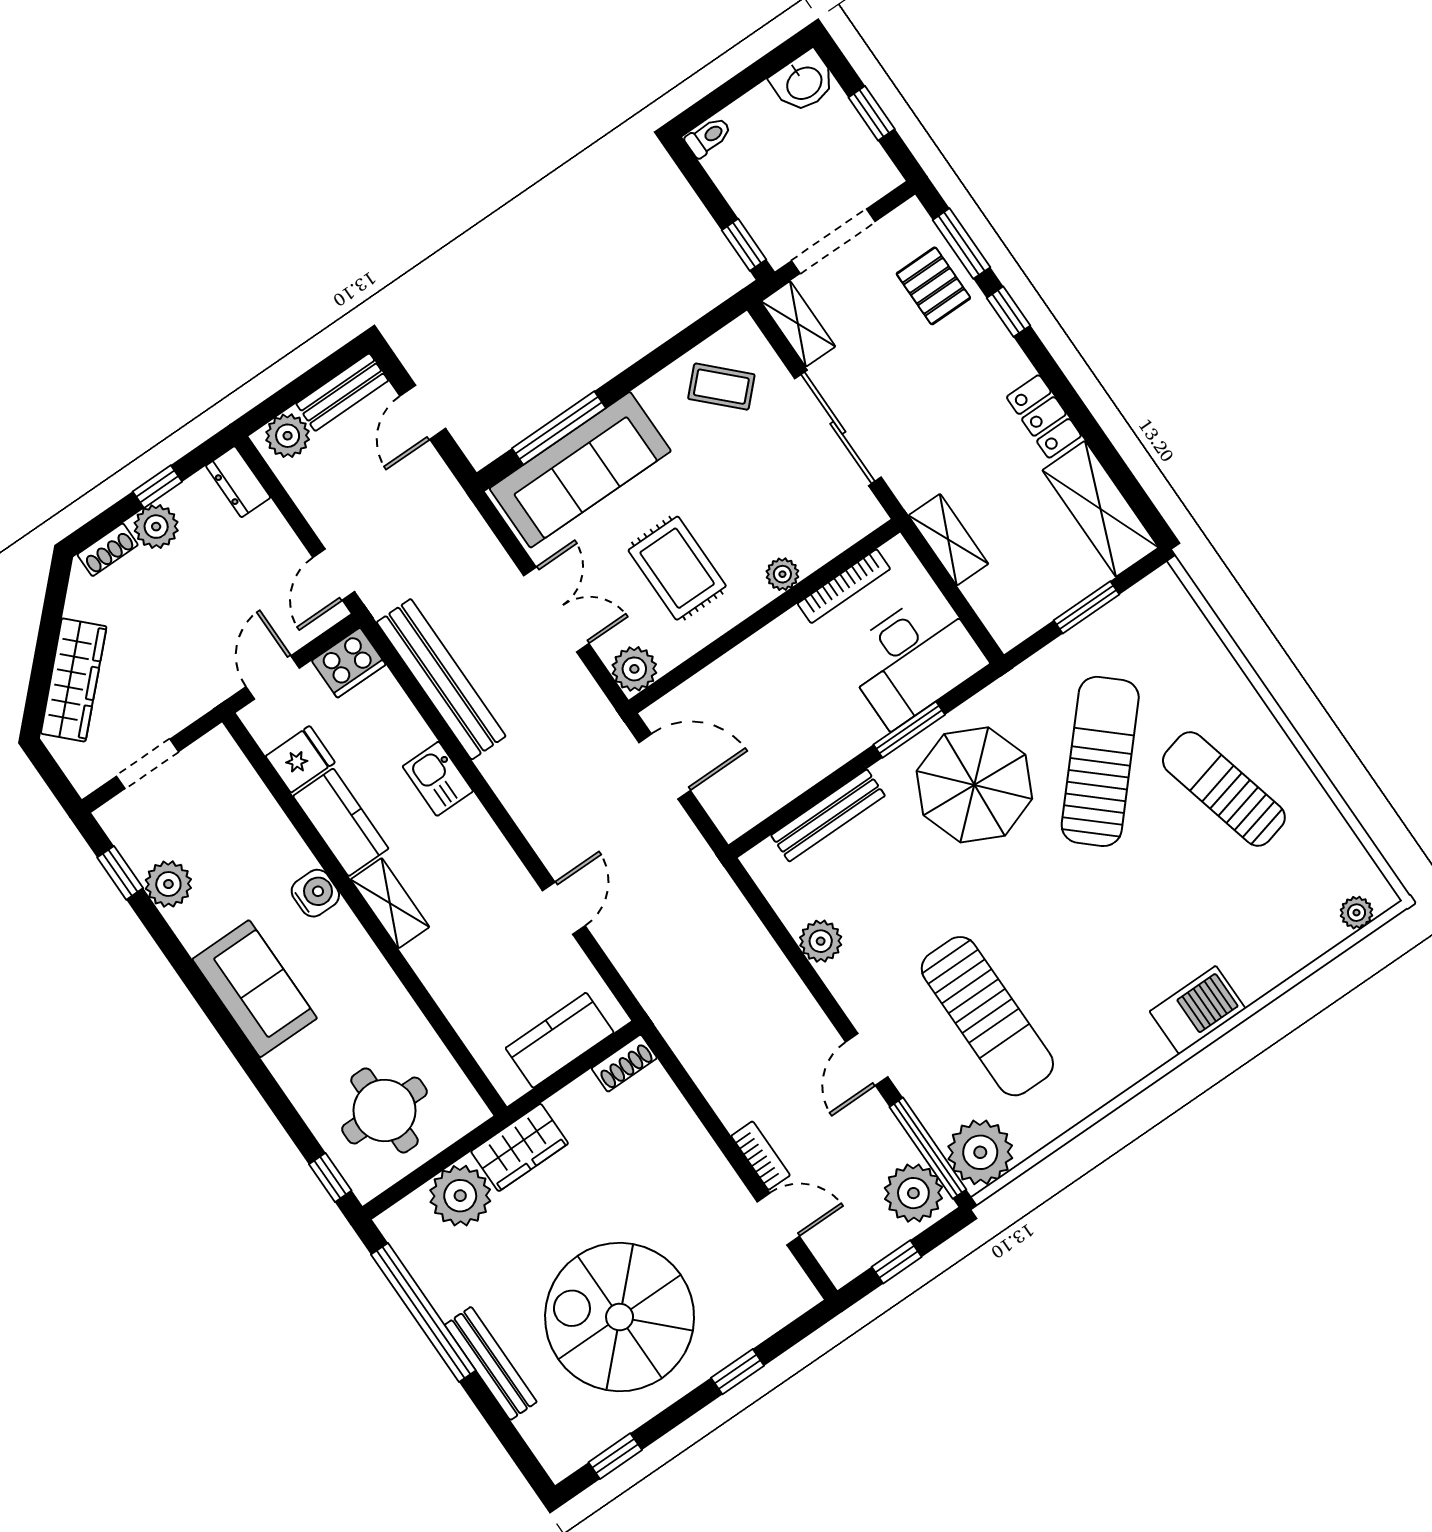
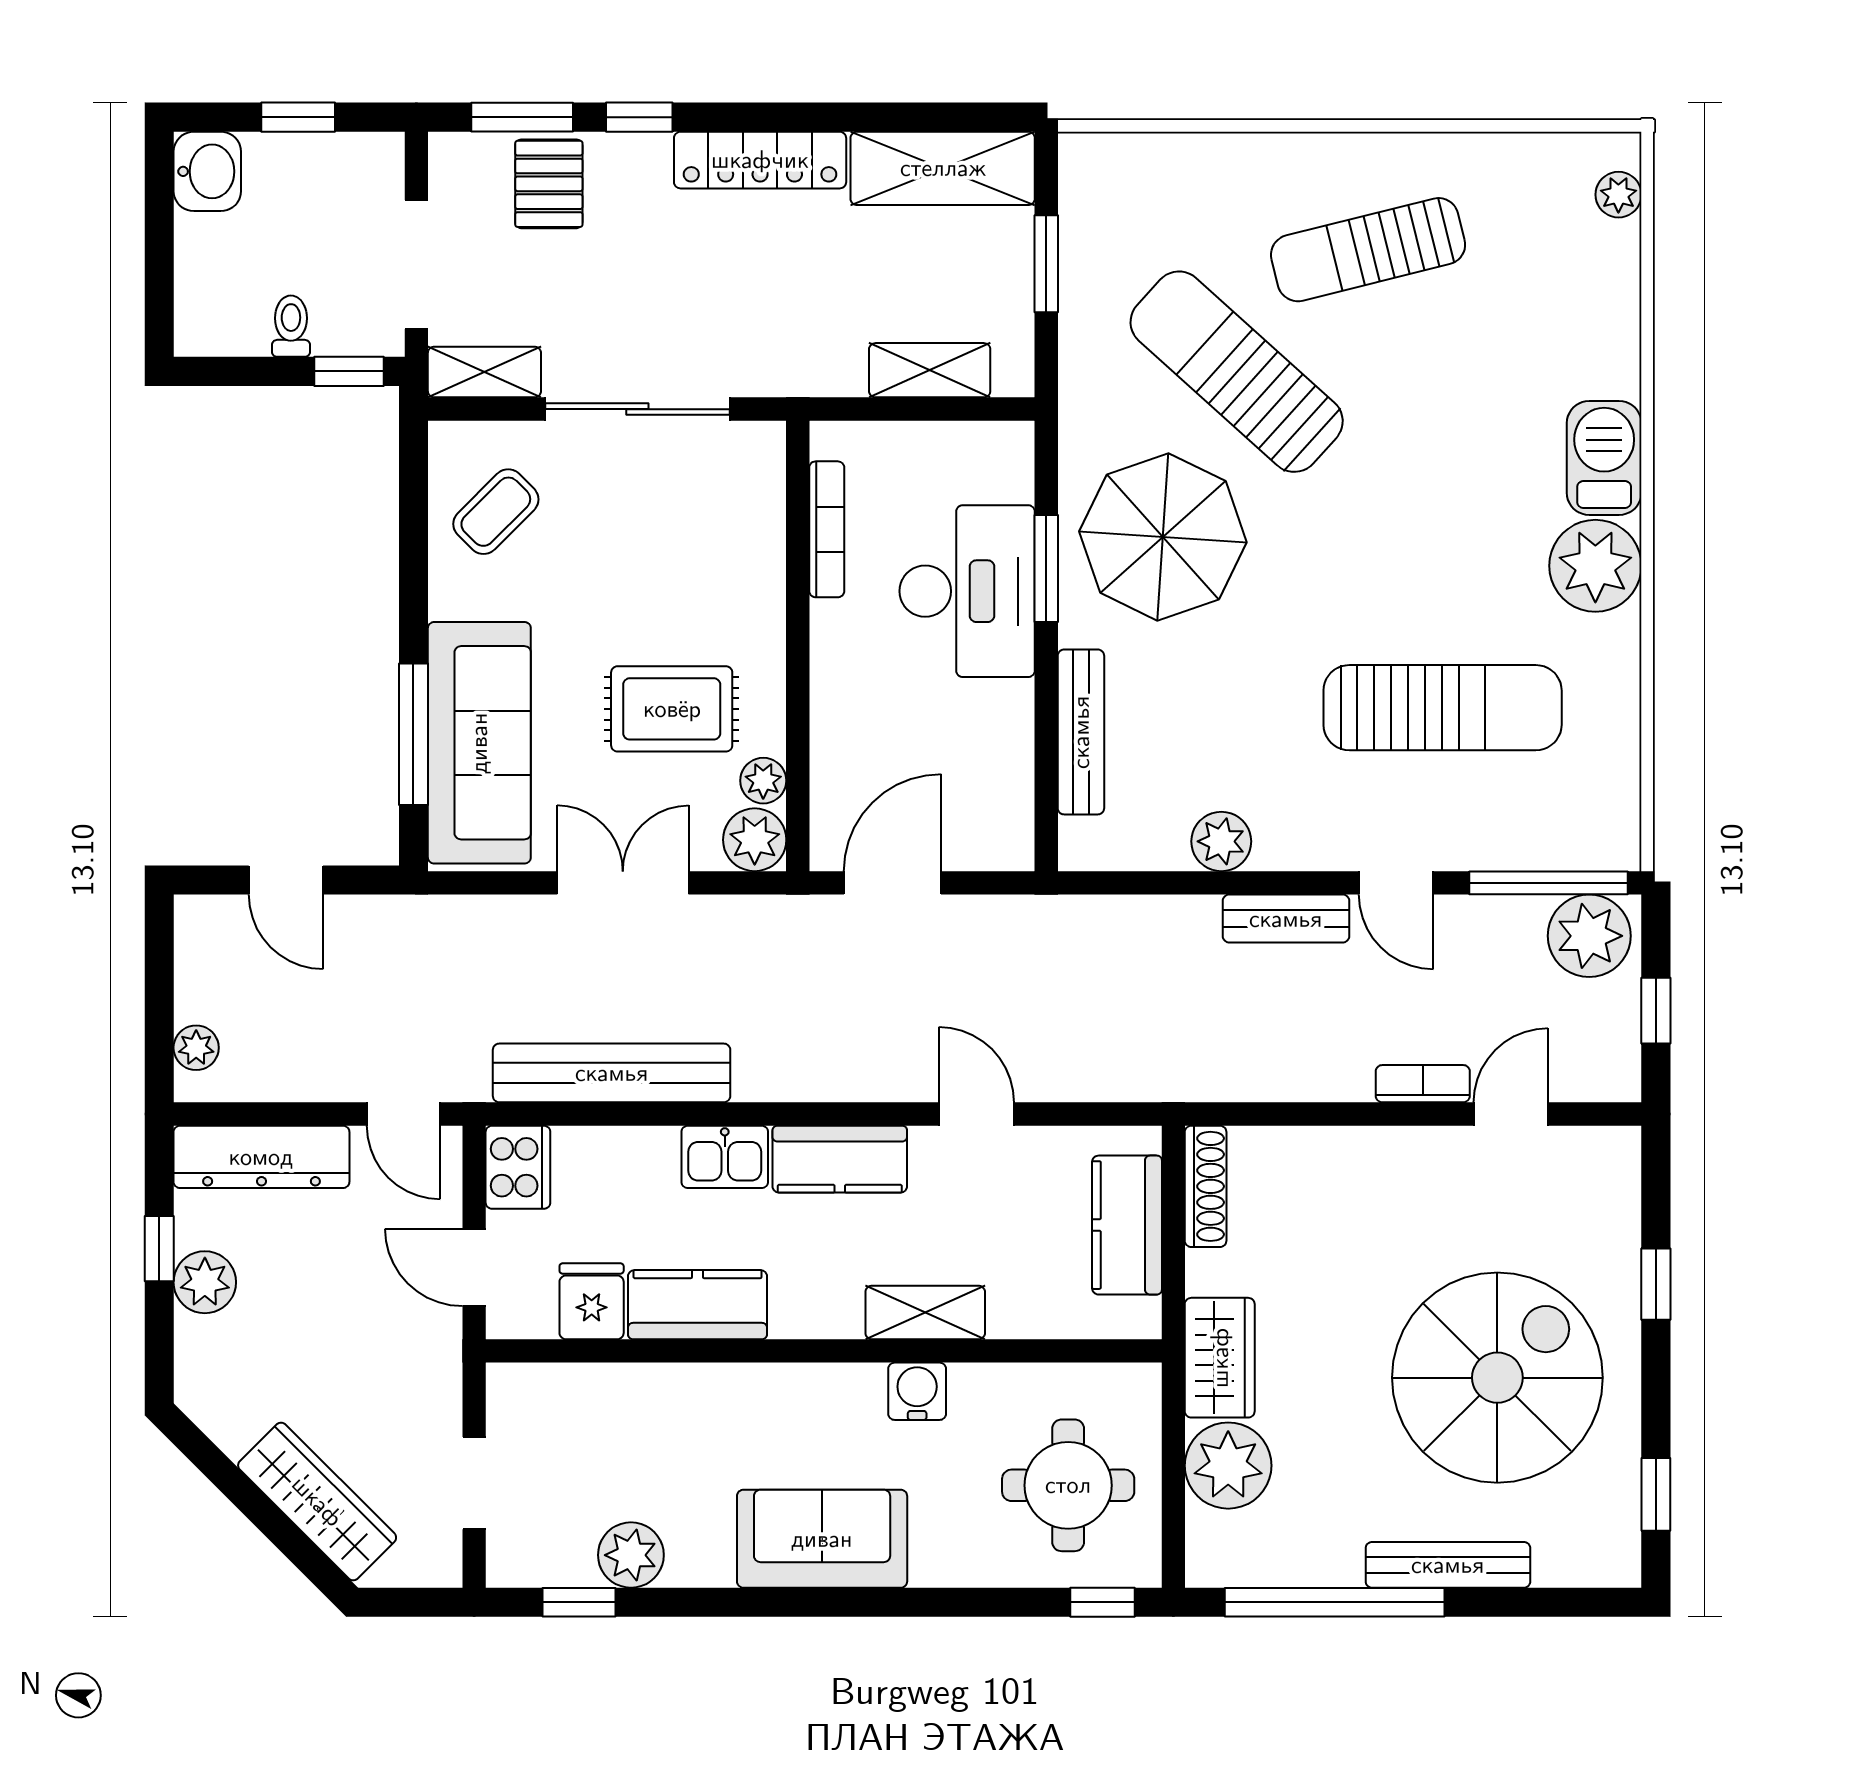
toilet: (708, 137) -> (291, 326), moved
pallet: (933, 286) -> (549, 184), turned 90
bench: (342, 392) -> (1286, 919), moved, turned 90
locker: (1044, 416) -> (760, 160), width x1.53
plant: (288, 436) -> (196, 1048), width x0.73, depth x0.73
dresser: (238, 482) -> (261, 1157), width x1.96, depth x1.24
shelving: (948, 540) -> (930, 370), moved
shoe rack: (108, 550) -> (193, 1357), removed
plant: (782, 574) -> (763, 781), moved
desk: (914, 659) -> (967, 591), moved
kitchen counter: (483, 847) -> (840, 1159), added
water cooler: (315, 893) -> (917, 1391), moved
shelving: (390, 903) -> (925, 1313), moved
shoe rack: (624, 1063) -> (1206, 1186), width x1.43
plant: (980, 1152) -> (1595, 566), moved
spiral stairs: (620, 1317) -> (1497, 1378), turned 180

